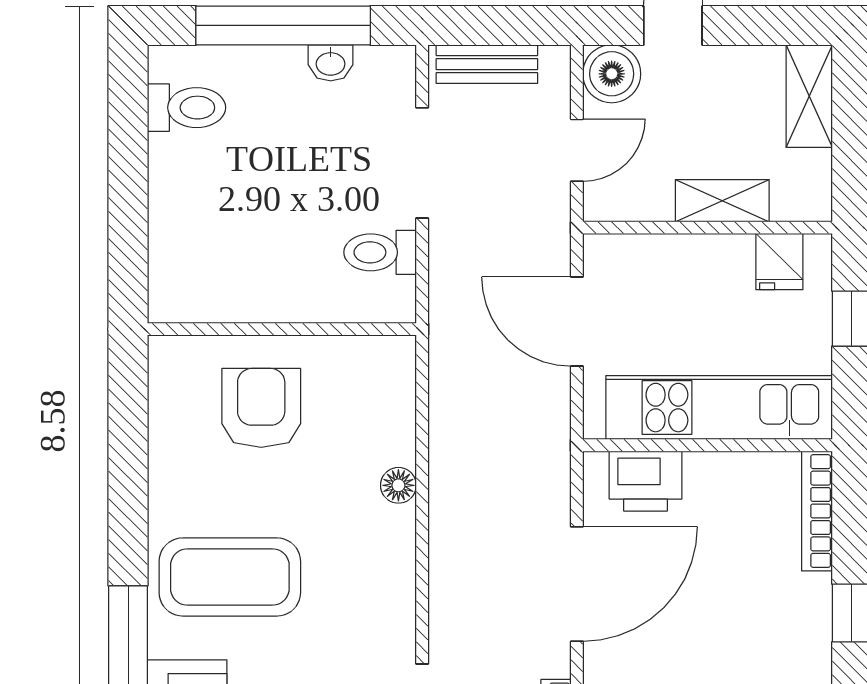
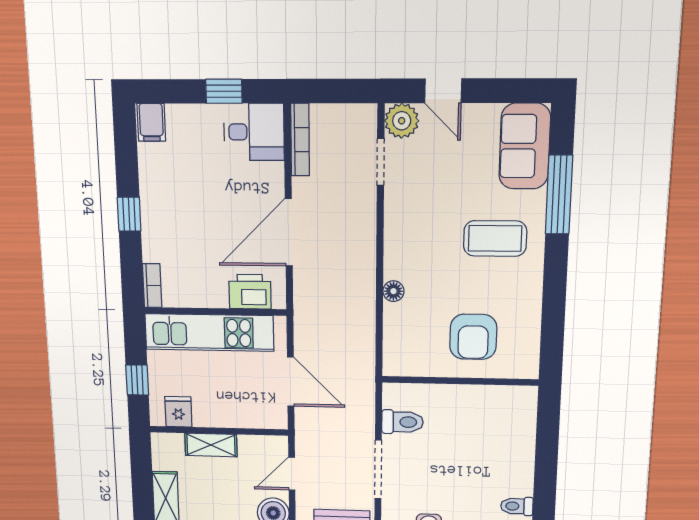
toilet: (187, 108) -> (517, 506), width x0.73, depth x0.72
bookcase: (817, 511) -> (152, 286), width x0.64
coffee table: (230, 577) -> (495, 238), width x0.73, depth x0.76

